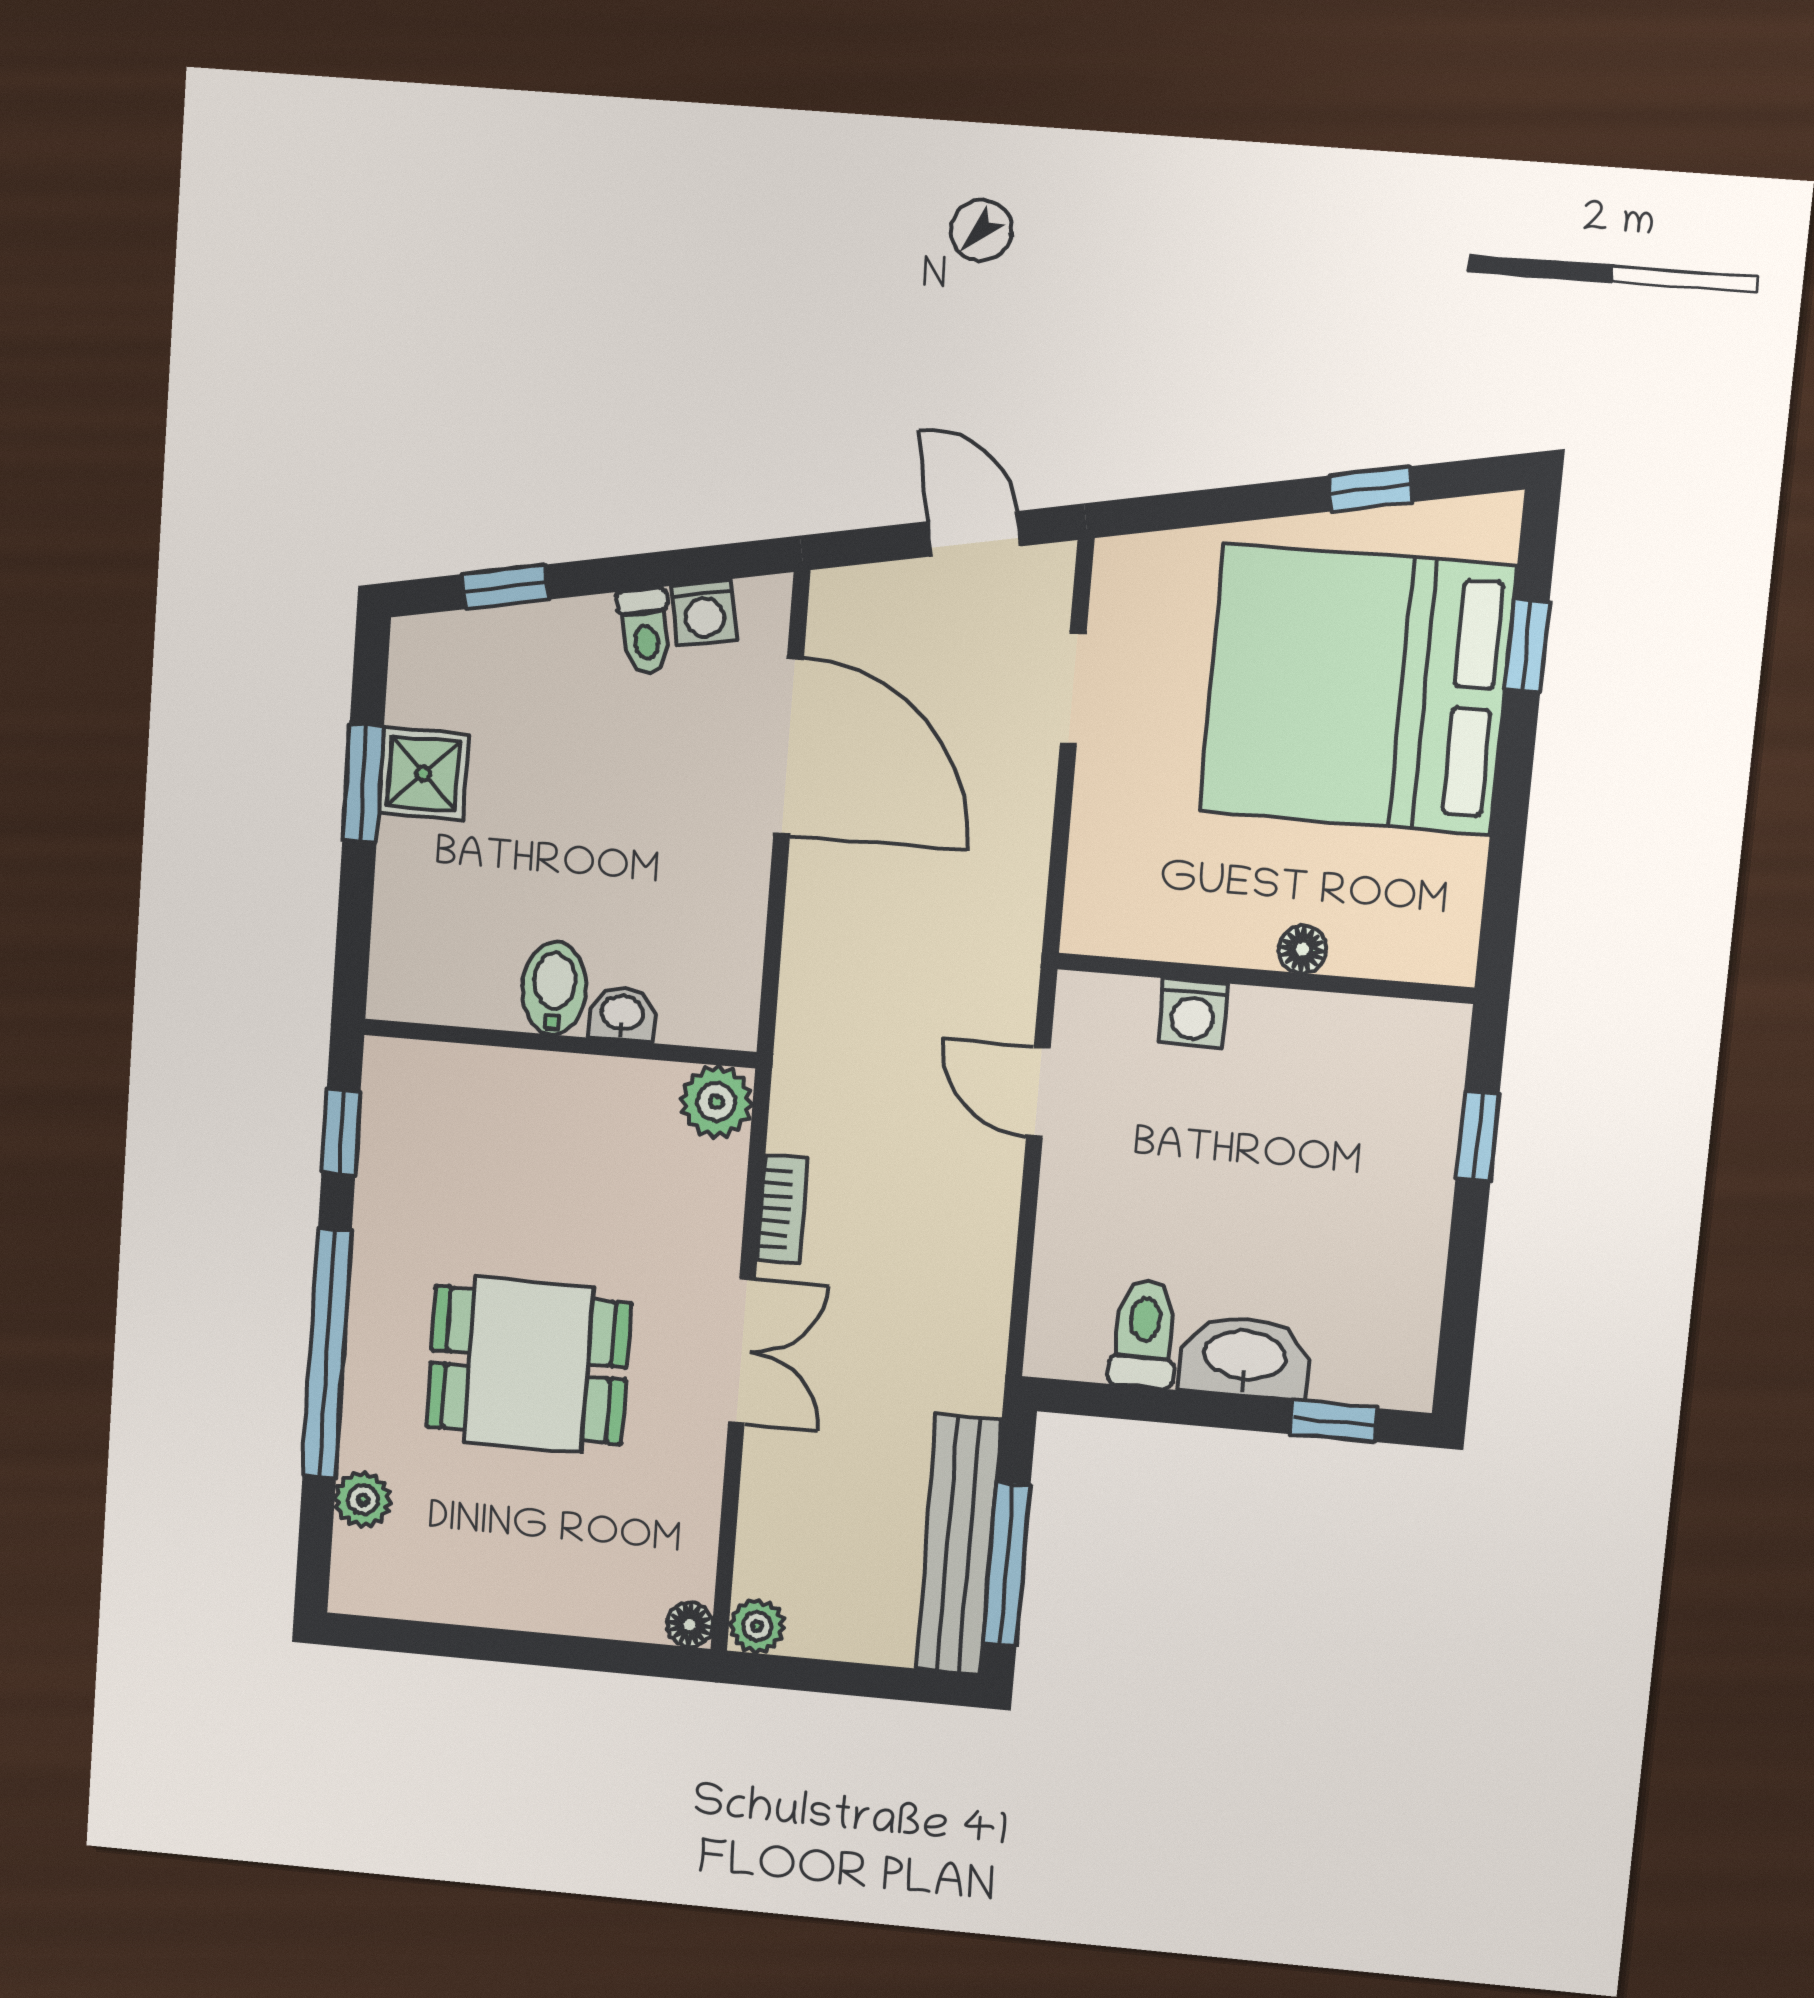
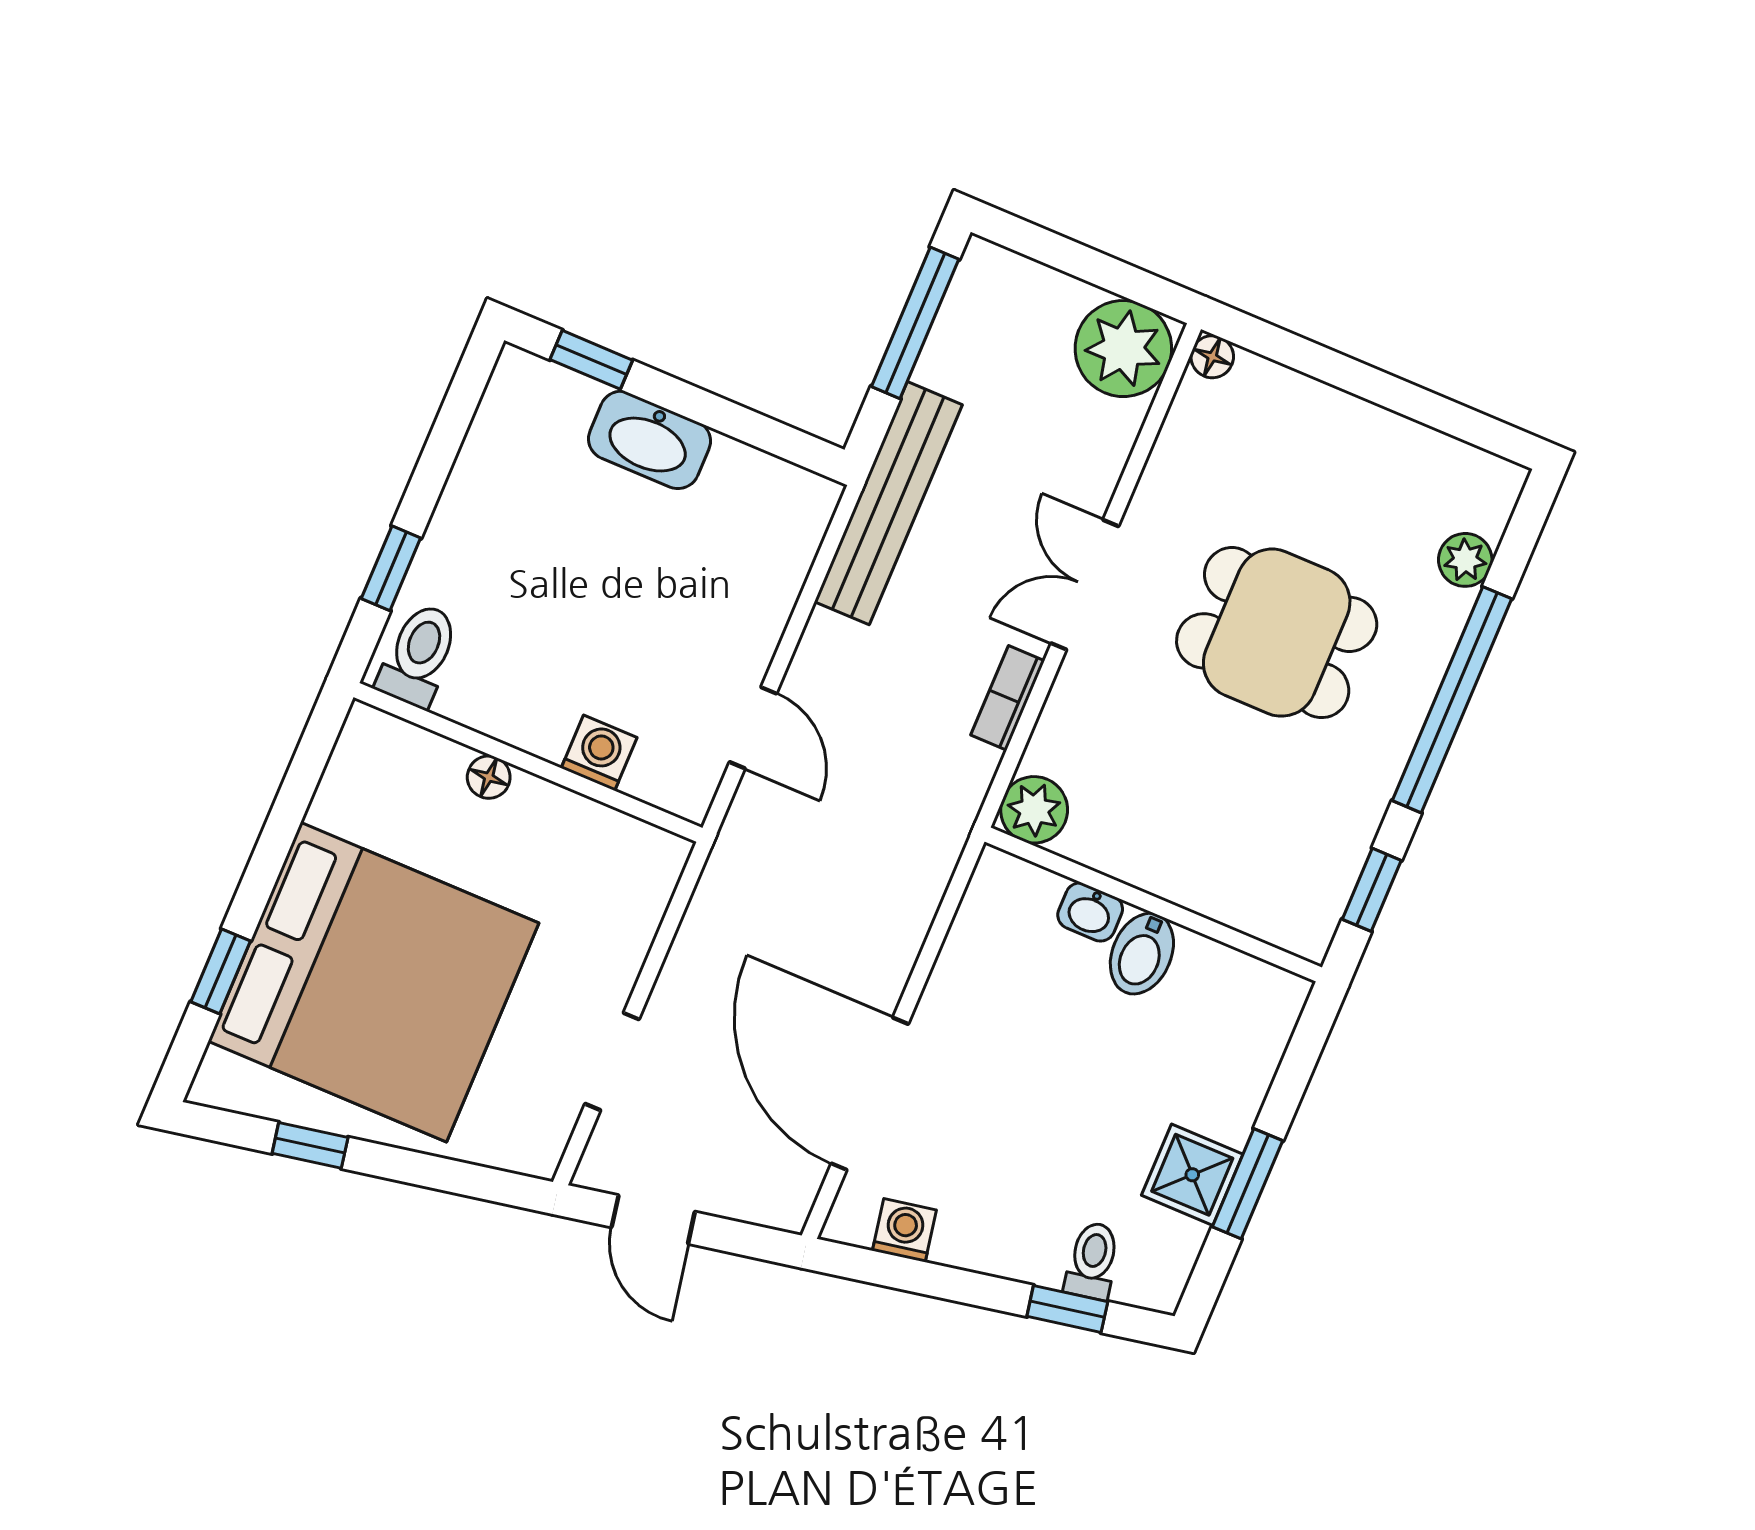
toilet: (645, 631) -> (1092, 1261), moved
toilet: (1144, 1334) -> (419, 655), moved, turned 180
bench: (958, 1545) -> (888, 503), moved
plant: (757, 1626) -> (1123, 349), width x1.88, depth x1.88

